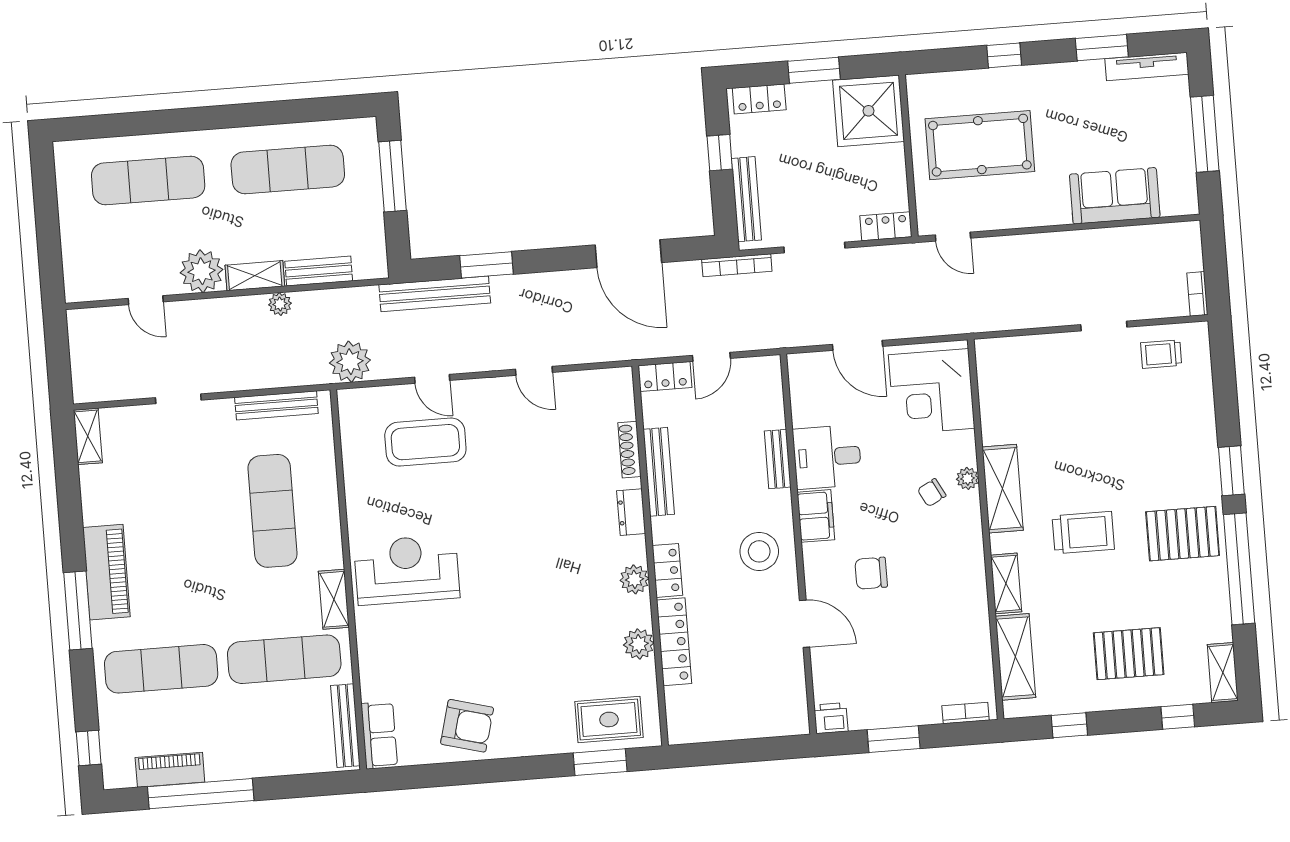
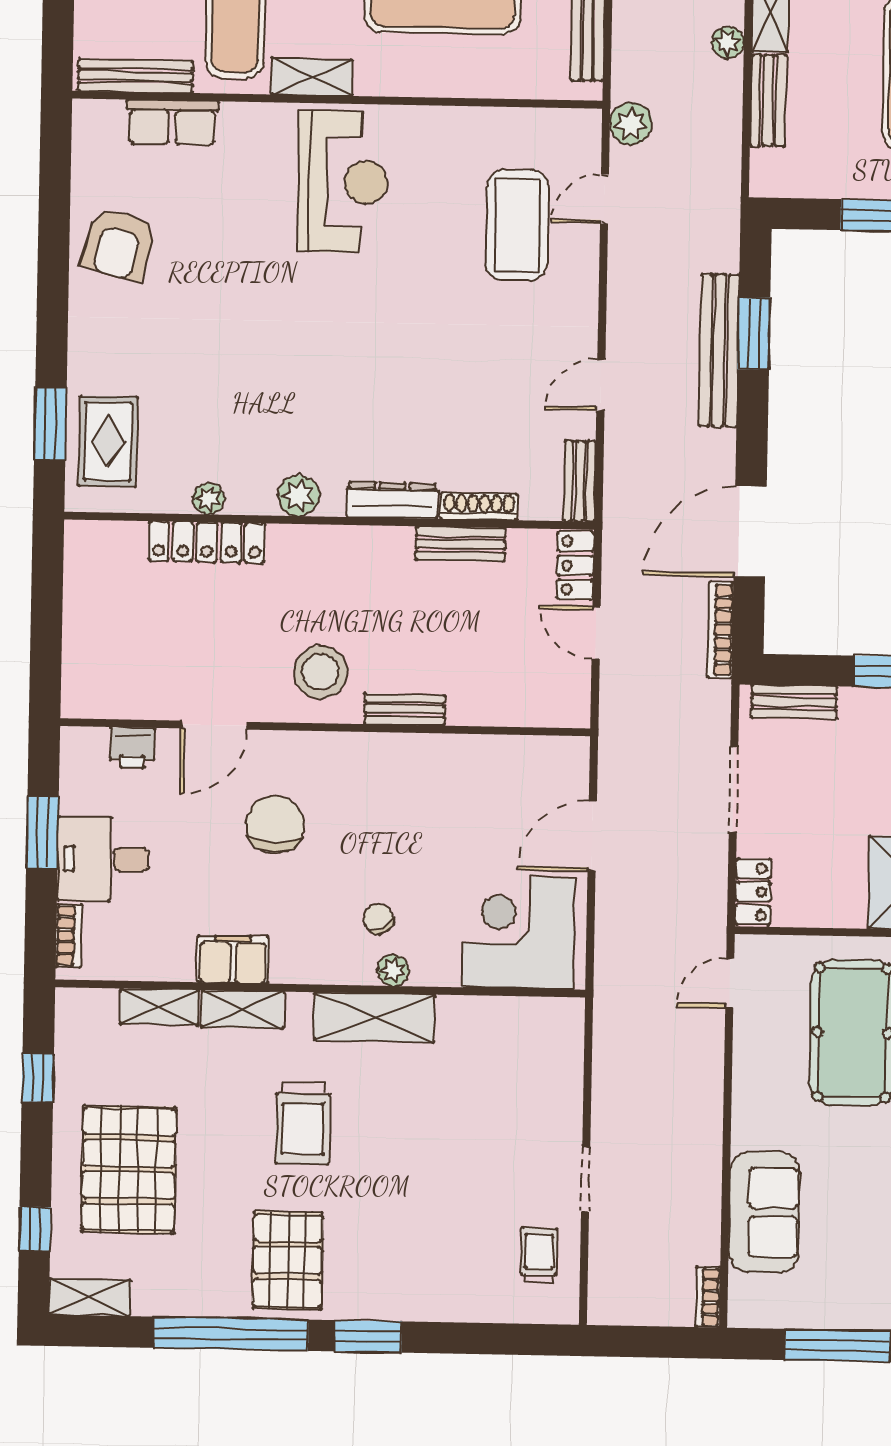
bench: (746, 199) -> (794, 702), width x0.73
bookcase: (737, 265) -> (720, 630), moved
bench: (435, 294) -> (719, 350), moved
bookcase: (1197, 294) -> (708, 1297), moved, turned -90
plant: (350, 362) -> (631, 124), width x0.73, depth x0.73
door: (432, 379) -> (604, 199), moved
bench: (604, 379) -> (580, 481), added
desk: (827, 457) -> (103, 859), moved, turned -90
bench: (778, 459) -> (405, 709), moved
bench: (659, 472) -> (460, 544), width x0.73
dresser: (631, 512) -> (392, 500), width x1.44
filing cabinet: (816, 516) -> (233, 959), moved, turned 180
locker: (667, 570) -> (306, 542), removed
chair: (871, 573) -> (275, 824), width x1.37, depth x1.37
plant: (639, 644) -> (209, 499), width x0.73, depth x0.73
pallet: (1129, 654) -> (129, 1169), width x1.37, depth x1.41
shelving: (1015, 657) -> (159, 1007), width x0.67, depth x0.75
printer: (831, 718) -> (132, 748), moved, turned 90
row of seats: (379, 735) -> (172, 122), moved

